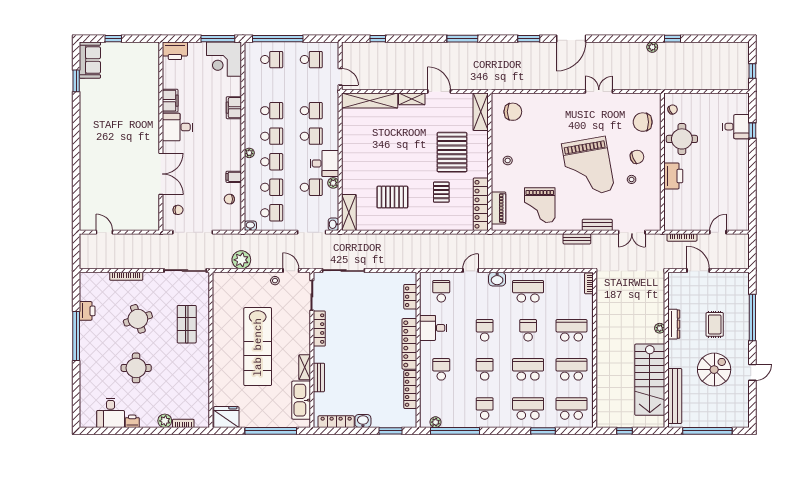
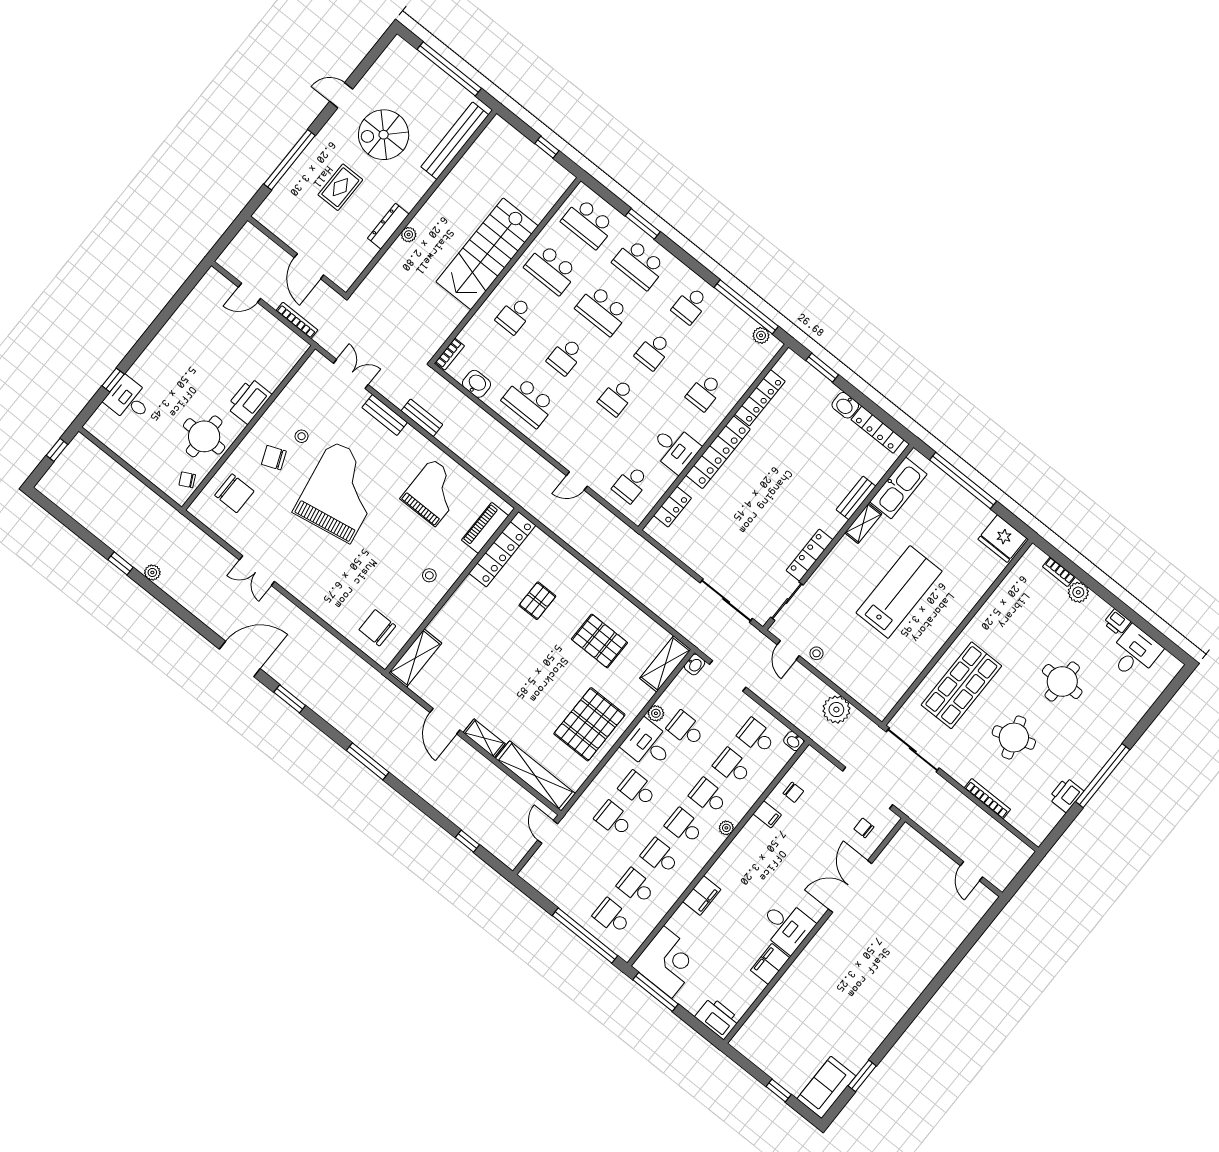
school desk: (311, 60) -> (636, 887), moved
pallet: (452, 152) -> (589, 724), moved
washbasin: (497, 279) -> (476, 384), moved
shop shelf: (187, 324) -> (961, 685), width x1.43, depth x1.36
school desk: (572, 330) -> (514, 315), width x0.54
lab bench: (258, 347) -> (899, 592), width x0.73
stairs: (650, 380) -> (487, 254), moved, turned 180

